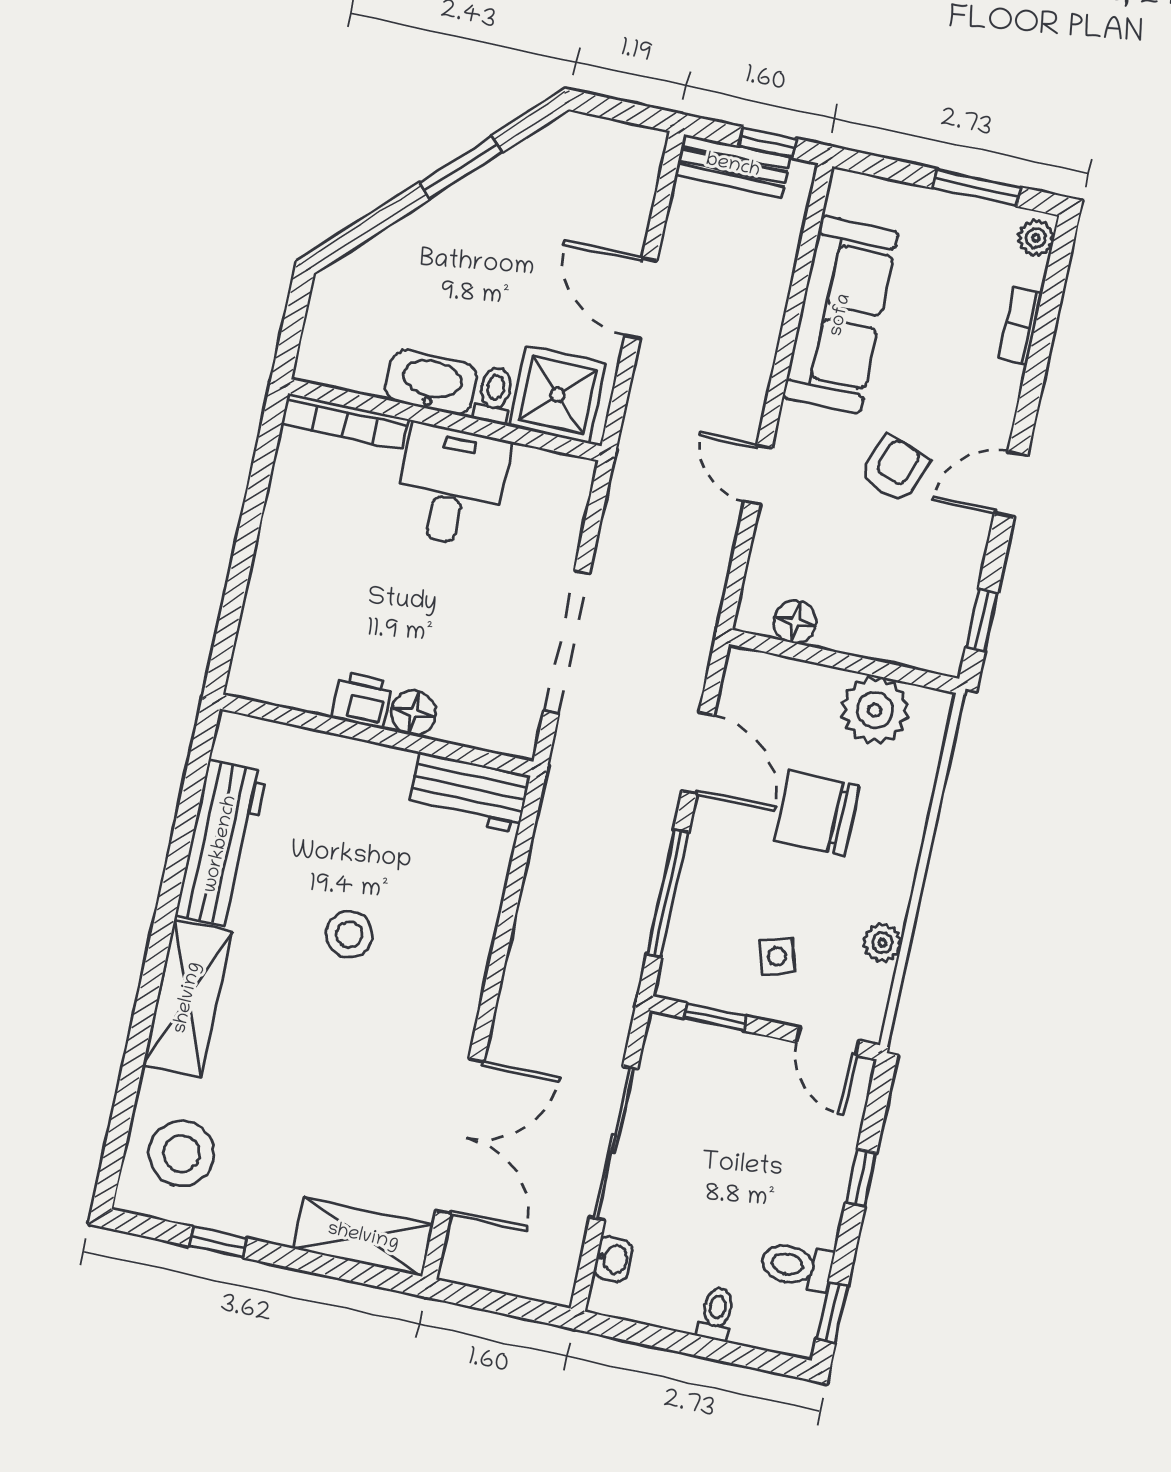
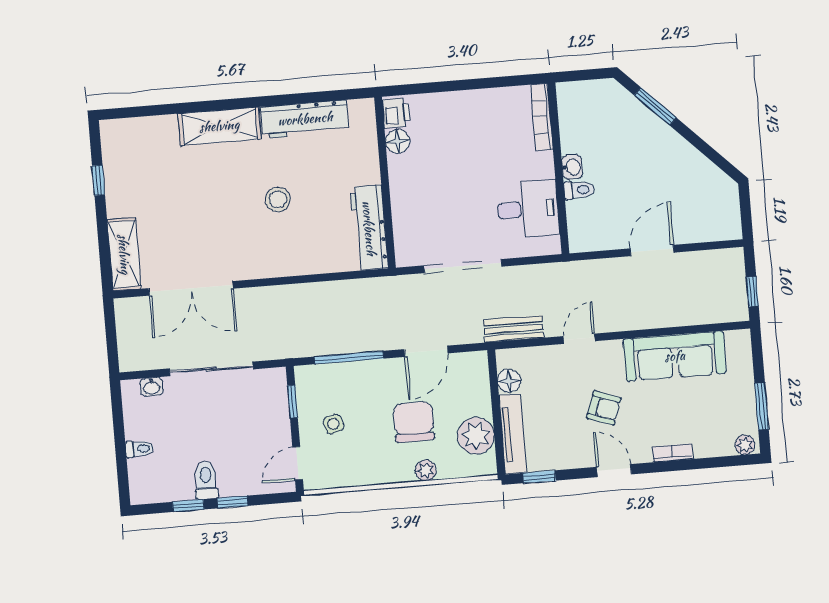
bench: (733, 166) -> (514, 329), moved, turned 90
window: (461, 167) -> (655, 106), moved
bookcase: (1021, 326) -> (672, 453), moved
washbasin: (431, 382) -> (572, 167), width x0.52, depth x0.69
shower: (558, 395) -> (589, 223), removed
desk: (451, 485) -> (528, 209), moved
tv unit: (891, 644) -> (513, 434), added
printer: (362, 700) -> (396, 113), moved
floor lamp: (414, 713) -> (398, 141), moved
workbench: (469, 792) -> (369, 228), width x1.38
plant: (882, 943) -> (426, 470), moved
stool: (181, 1154) -> (138, 147), removed
toilet: (797, 1266) -> (206, 480), moved
window: (832, 1312) -> (188, 506), moved

